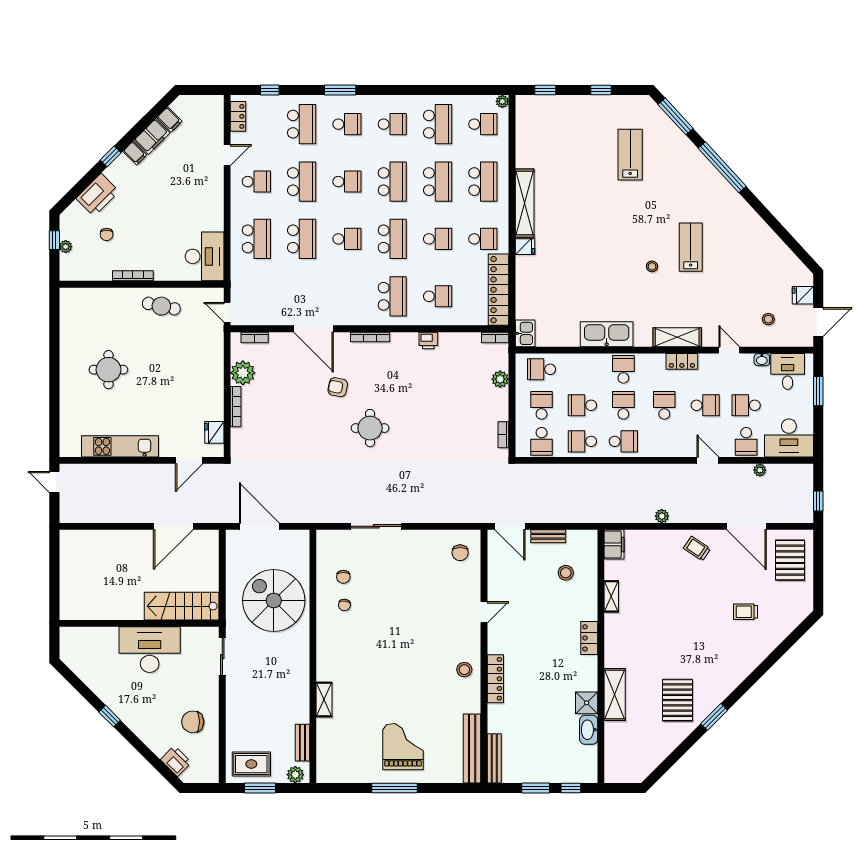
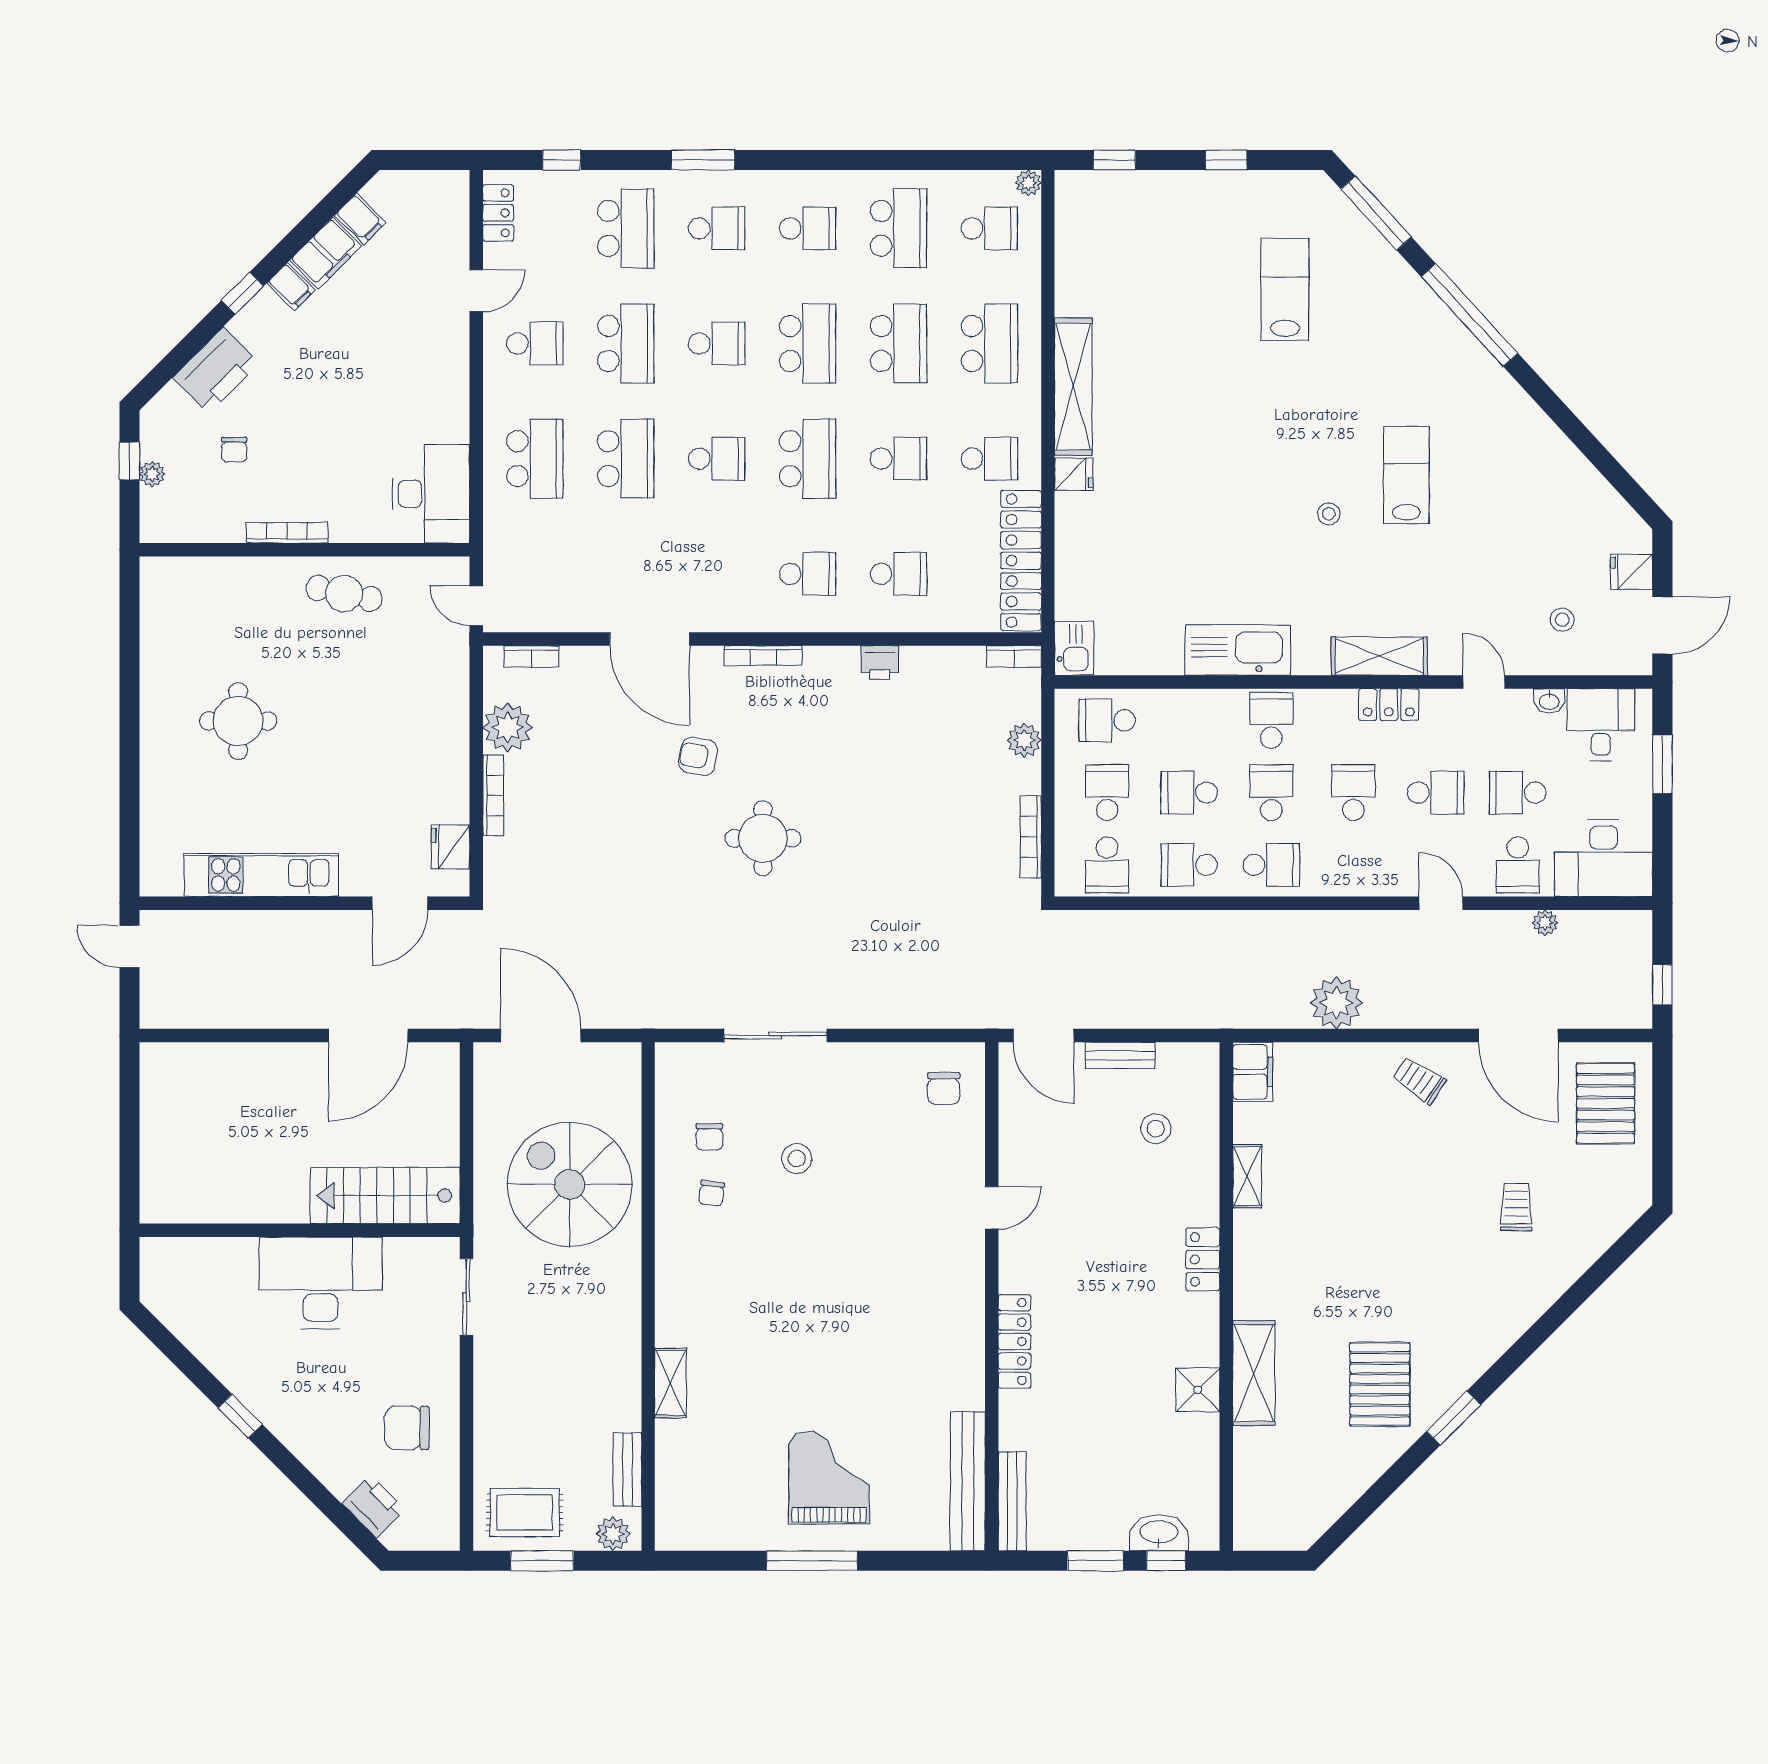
school desk: (392, 296) -> (808, 574), width x0.54
bookcase: (503, 435) -> (1031, 837), width x1.56
plant: (662, 516) -> (1336, 1003), width x1.87, depth x1.87
trolley: (745, 612) -> (1516, 1207), turned 90
stool: (464, 670) -> (797, 1159), moved
washbasin: (589, 730) -> (1159, 1533), moved, turned 90

